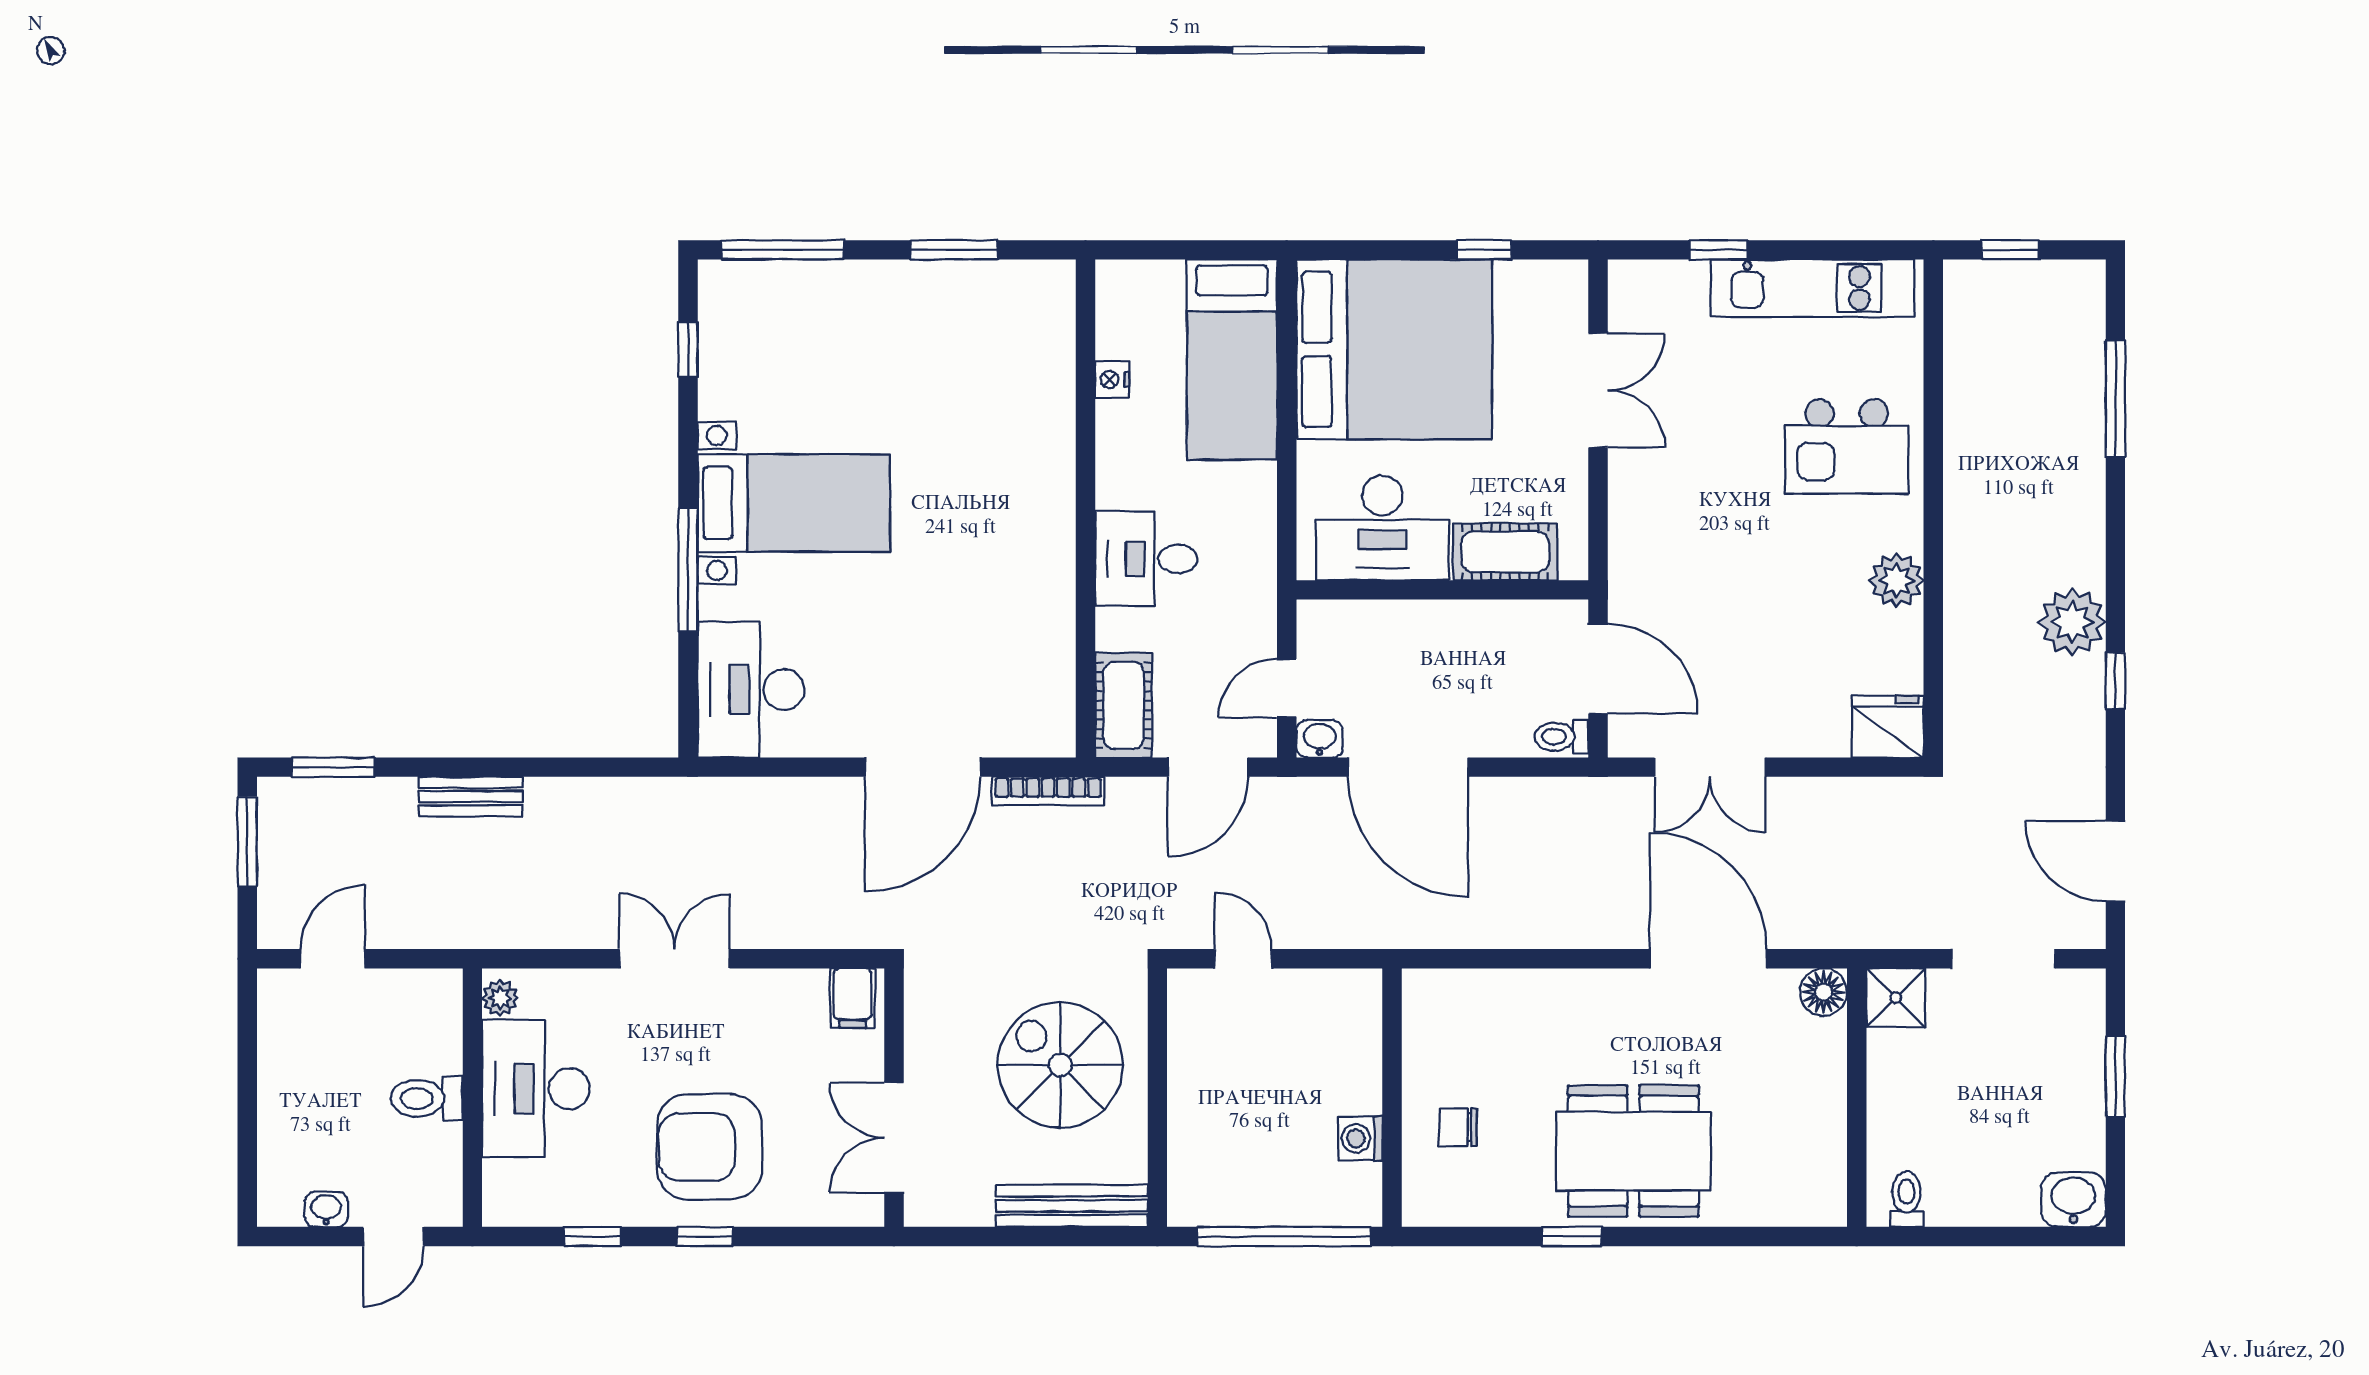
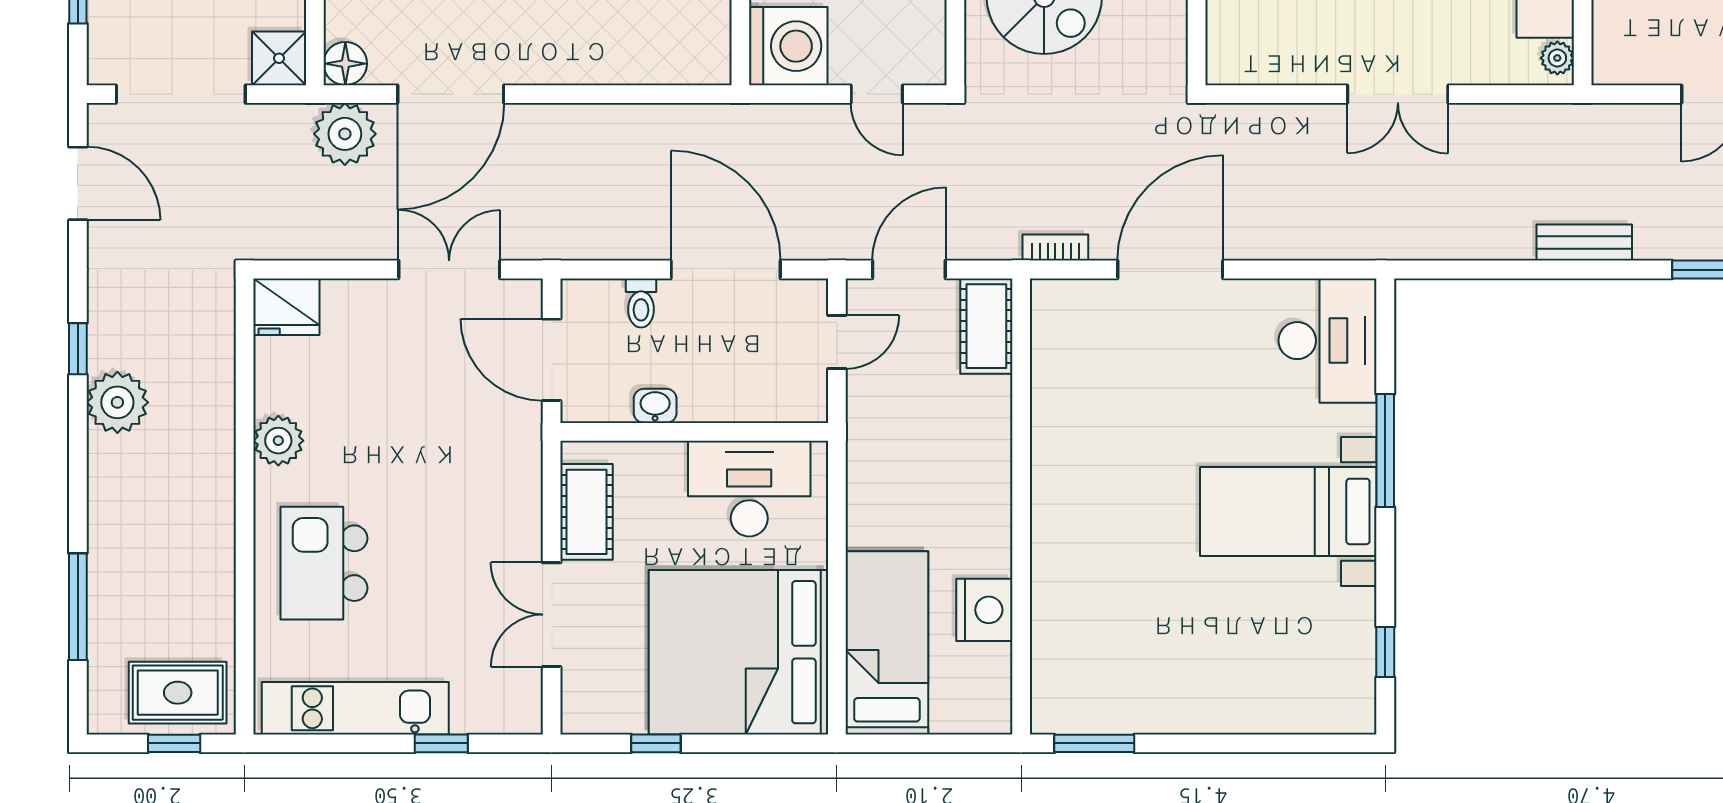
window: (782, 250) -> (1299, 743), removed
window: (954, 250) -> (1094, 743), moved
rug: (2006, 305) -> (178, 693), added
nightstand: (1112, 380) -> (984, 610), width x1.89, depth x1.79
kitchen island: (1847, 447) -> (324, 563), turned -90
cot: (1505, 552) -> (587, 512), moved, turned 90
desk: (1146, 559) -> (966, 460), removed
toilet: (1562, 737) -> (641, 303), moved, turned 90
washbasin: (1320, 739) -> (655, 406), moved, turned 180
bookcase: (1048, 791) -> (1055, 248), width x0.64
plant: (1824, 915) -> (345, 134), added
door: (1708, 959) -> (451, 94), hinge flipped
doorway: (2003, 959) -> (181, 94), width x1.36
filing cabinet: (853, 998) -> (1235, 58), removed
washing machine: (1340, 1011) -> (788, 46), added

